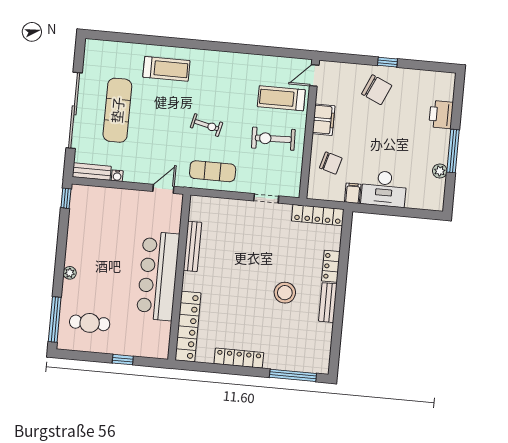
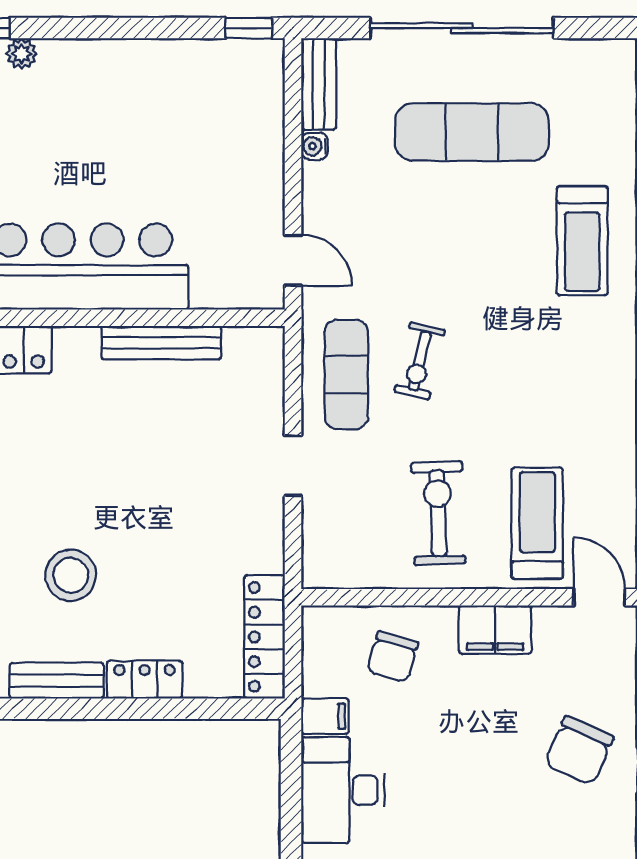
exercise bike: (207, 125) -> (420, 361), moved
doorway: (266, 198) -> (293, 466), moved
plant: (70, 273) -> (22, 54), moved

